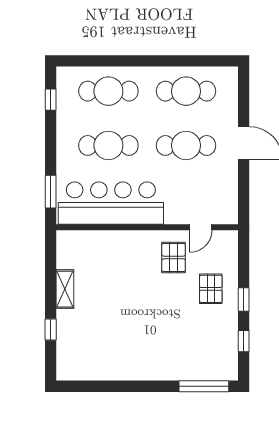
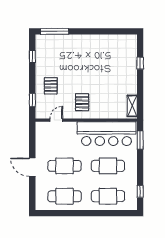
pallet: (174, 258) -> (82, 102), moved
shelving: (65, 289) -> (132, 106), moved
window: (244, 300) -> (32, 100), moved

